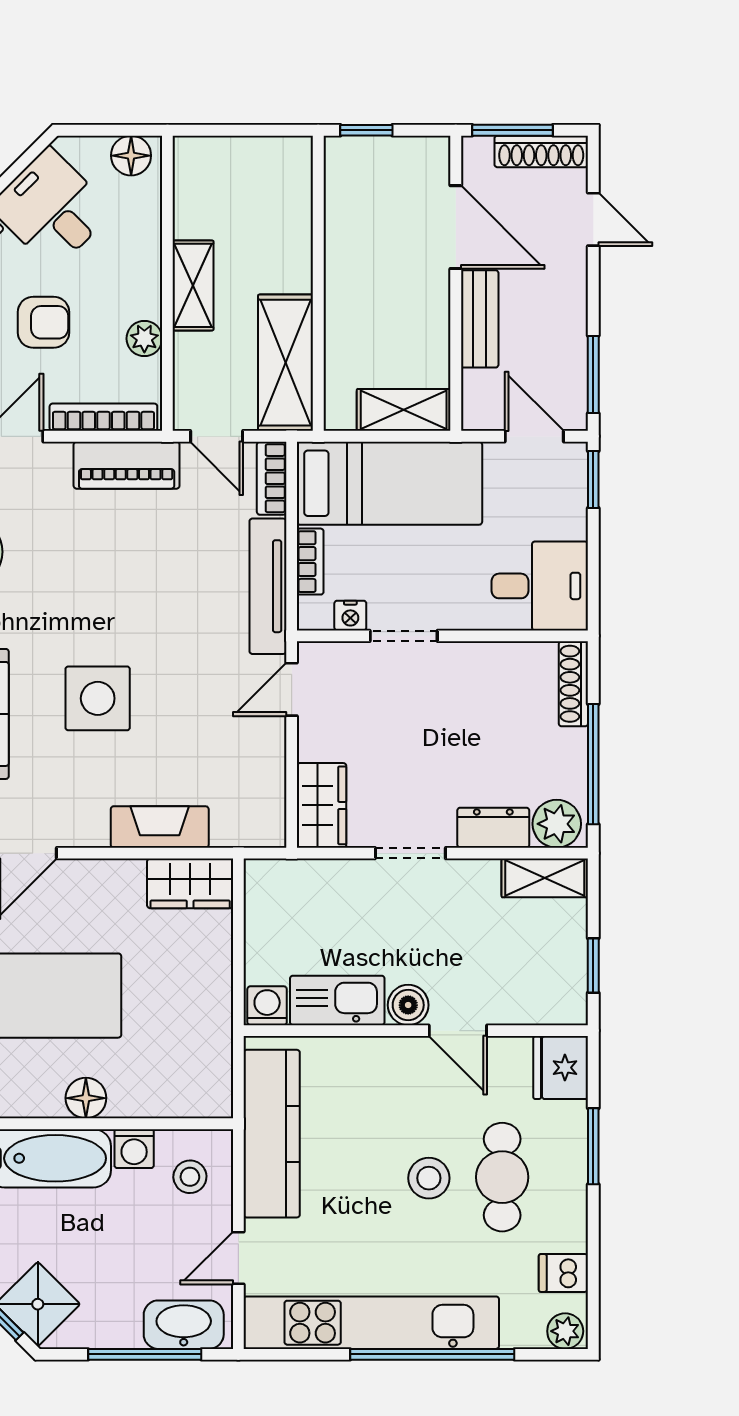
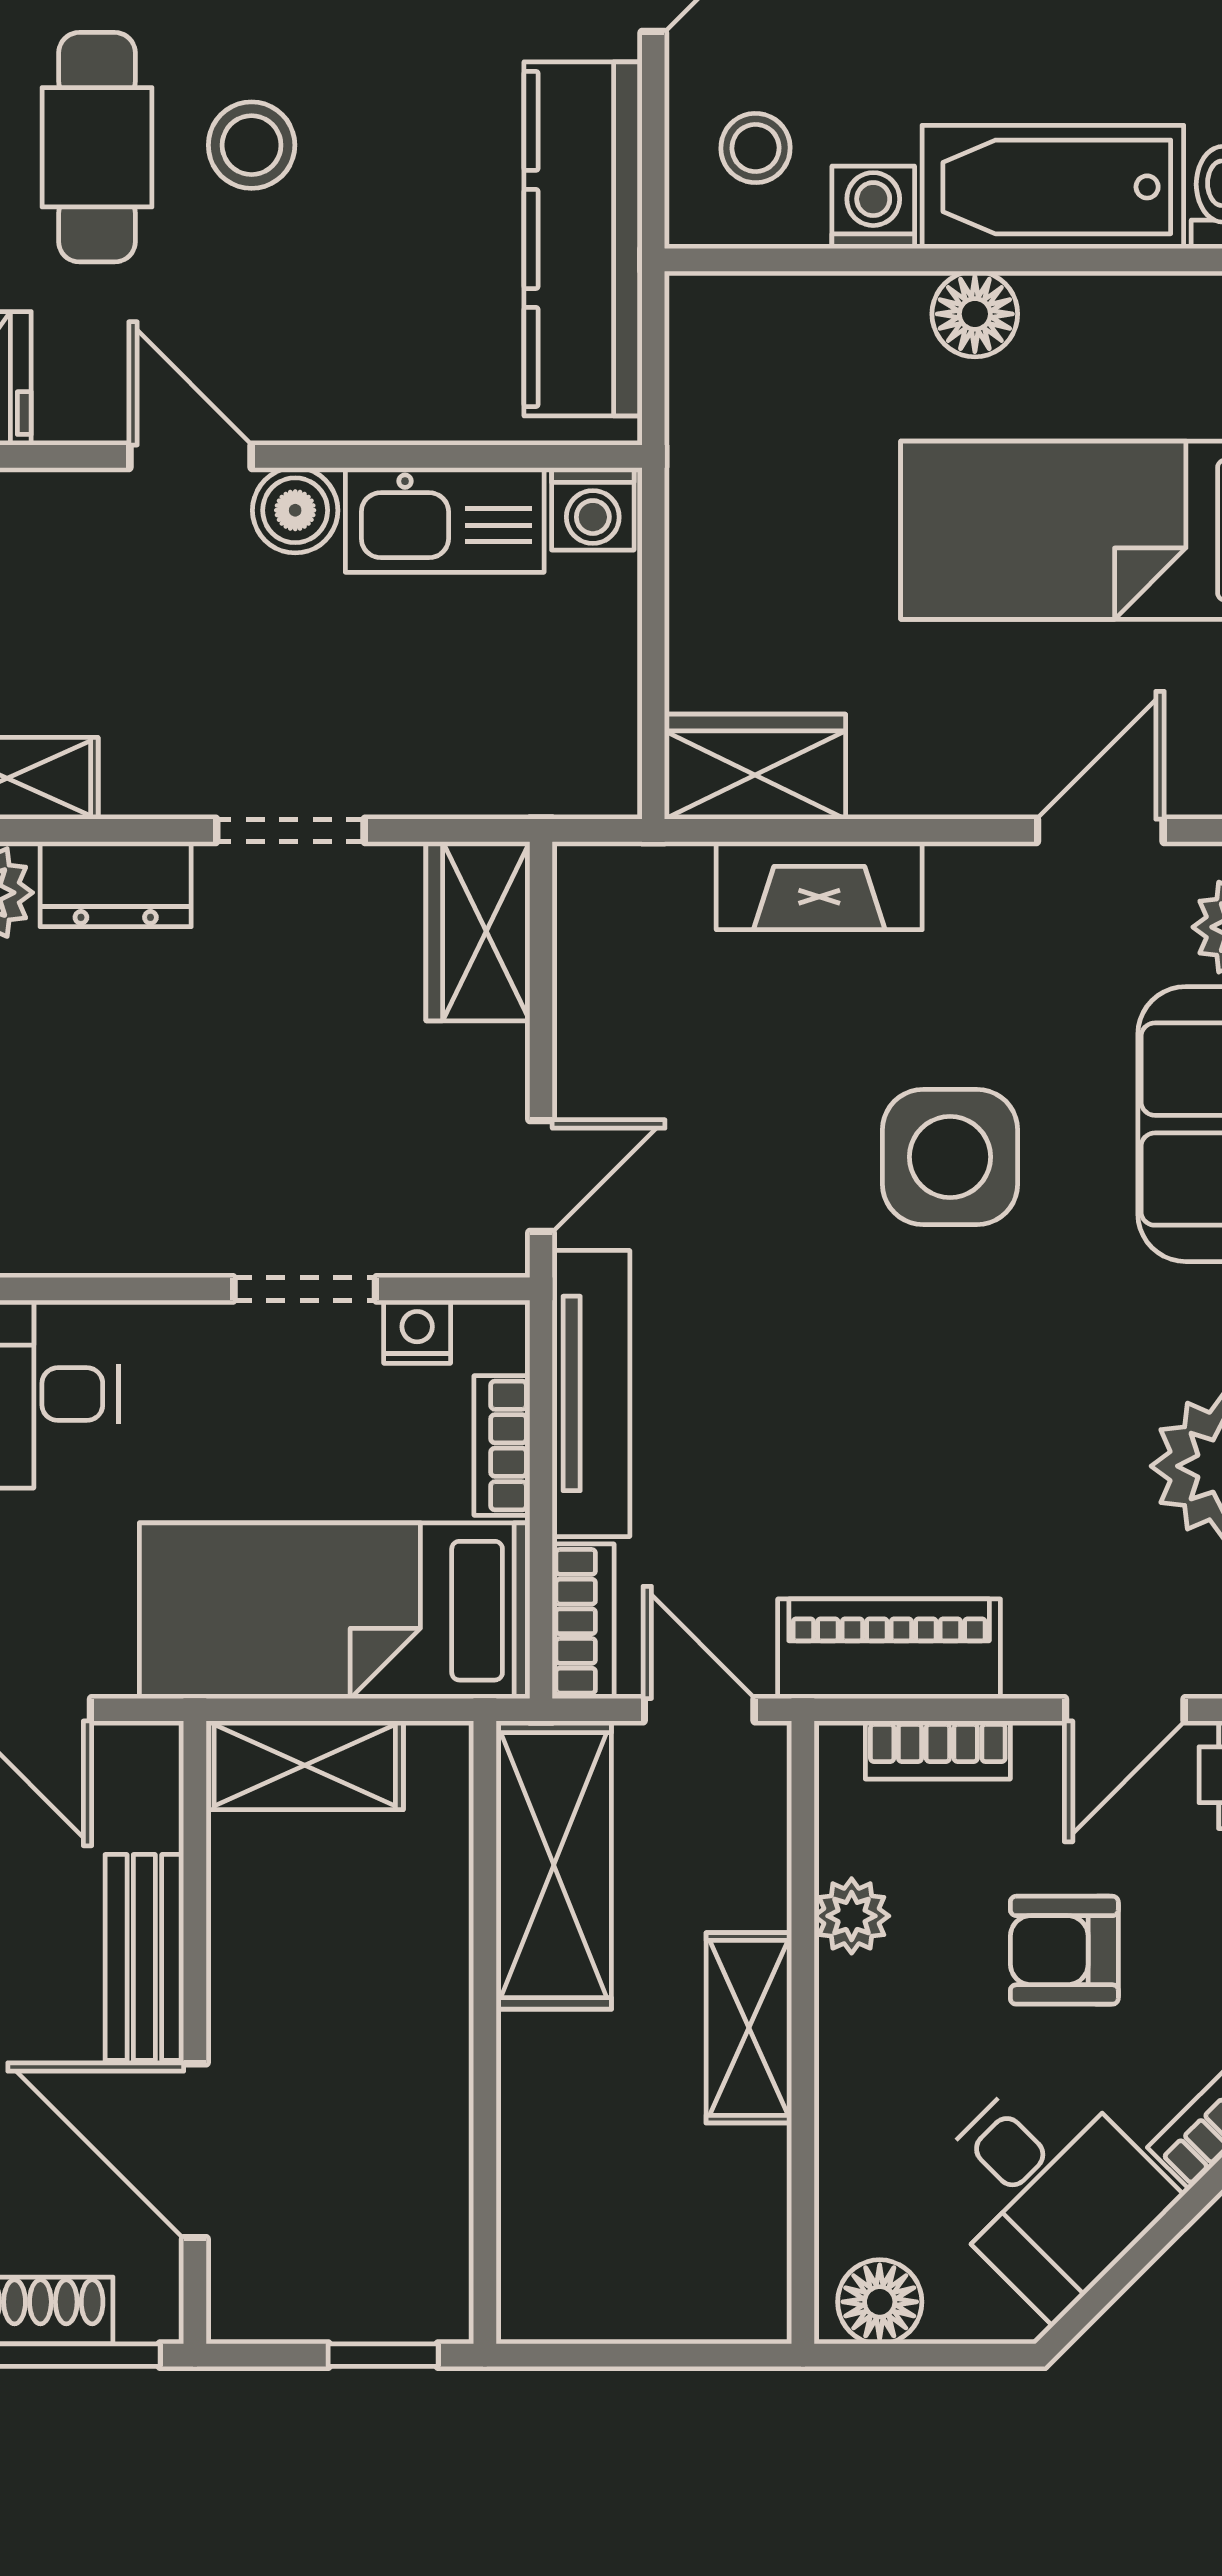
bookcase: (103, 417) -> (938, 1750), width x0.64

